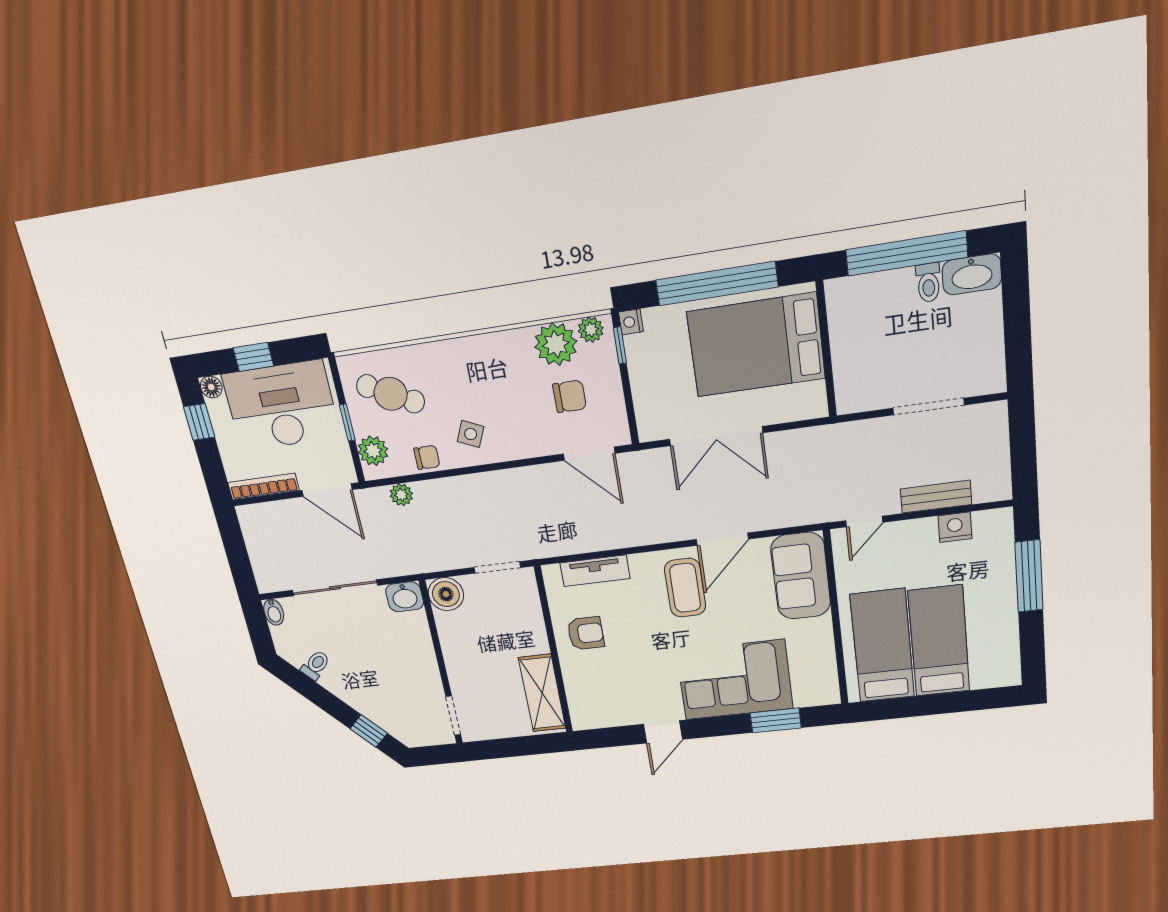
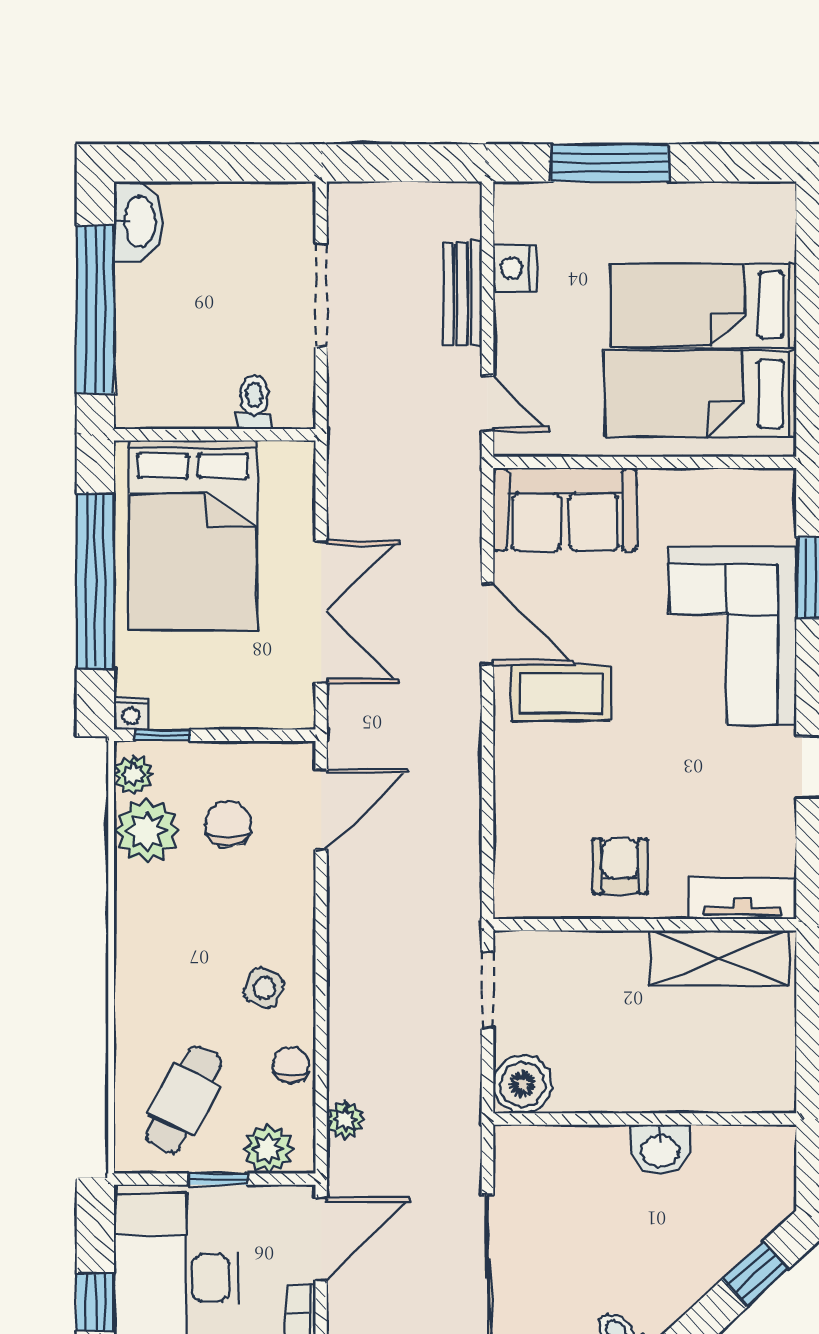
toilet: (928, 283) -> (254, 402), moved, turned -90
tv unit: (595, 571) -> (742, 899), moved, turned -90
washbasin: (405, 597) -> (660, 1150), moved, turned 90
doorway: (453, 716) -> (743, 1119), removed

